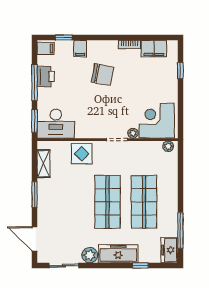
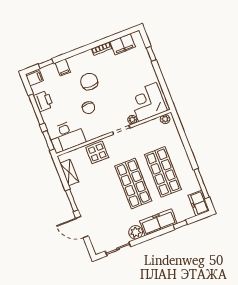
chair: (103, 75) -> (89, 82), turned -101
chair: (91, 102) -> (89, 108), added
door: (35, 239) -> (82, 227), moved

